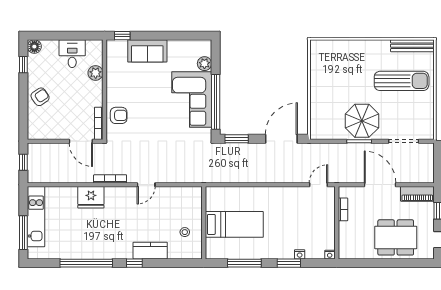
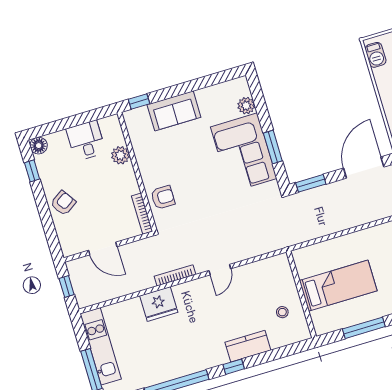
barbecue: (317, 54) -> (376, 55), added
window: (216, 102) -> (273, 147), width x0.47
door: (81, 141) -> (103, 248), moved

